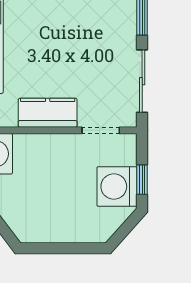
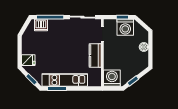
boiler: (69, 232) -> (144, 47), added

